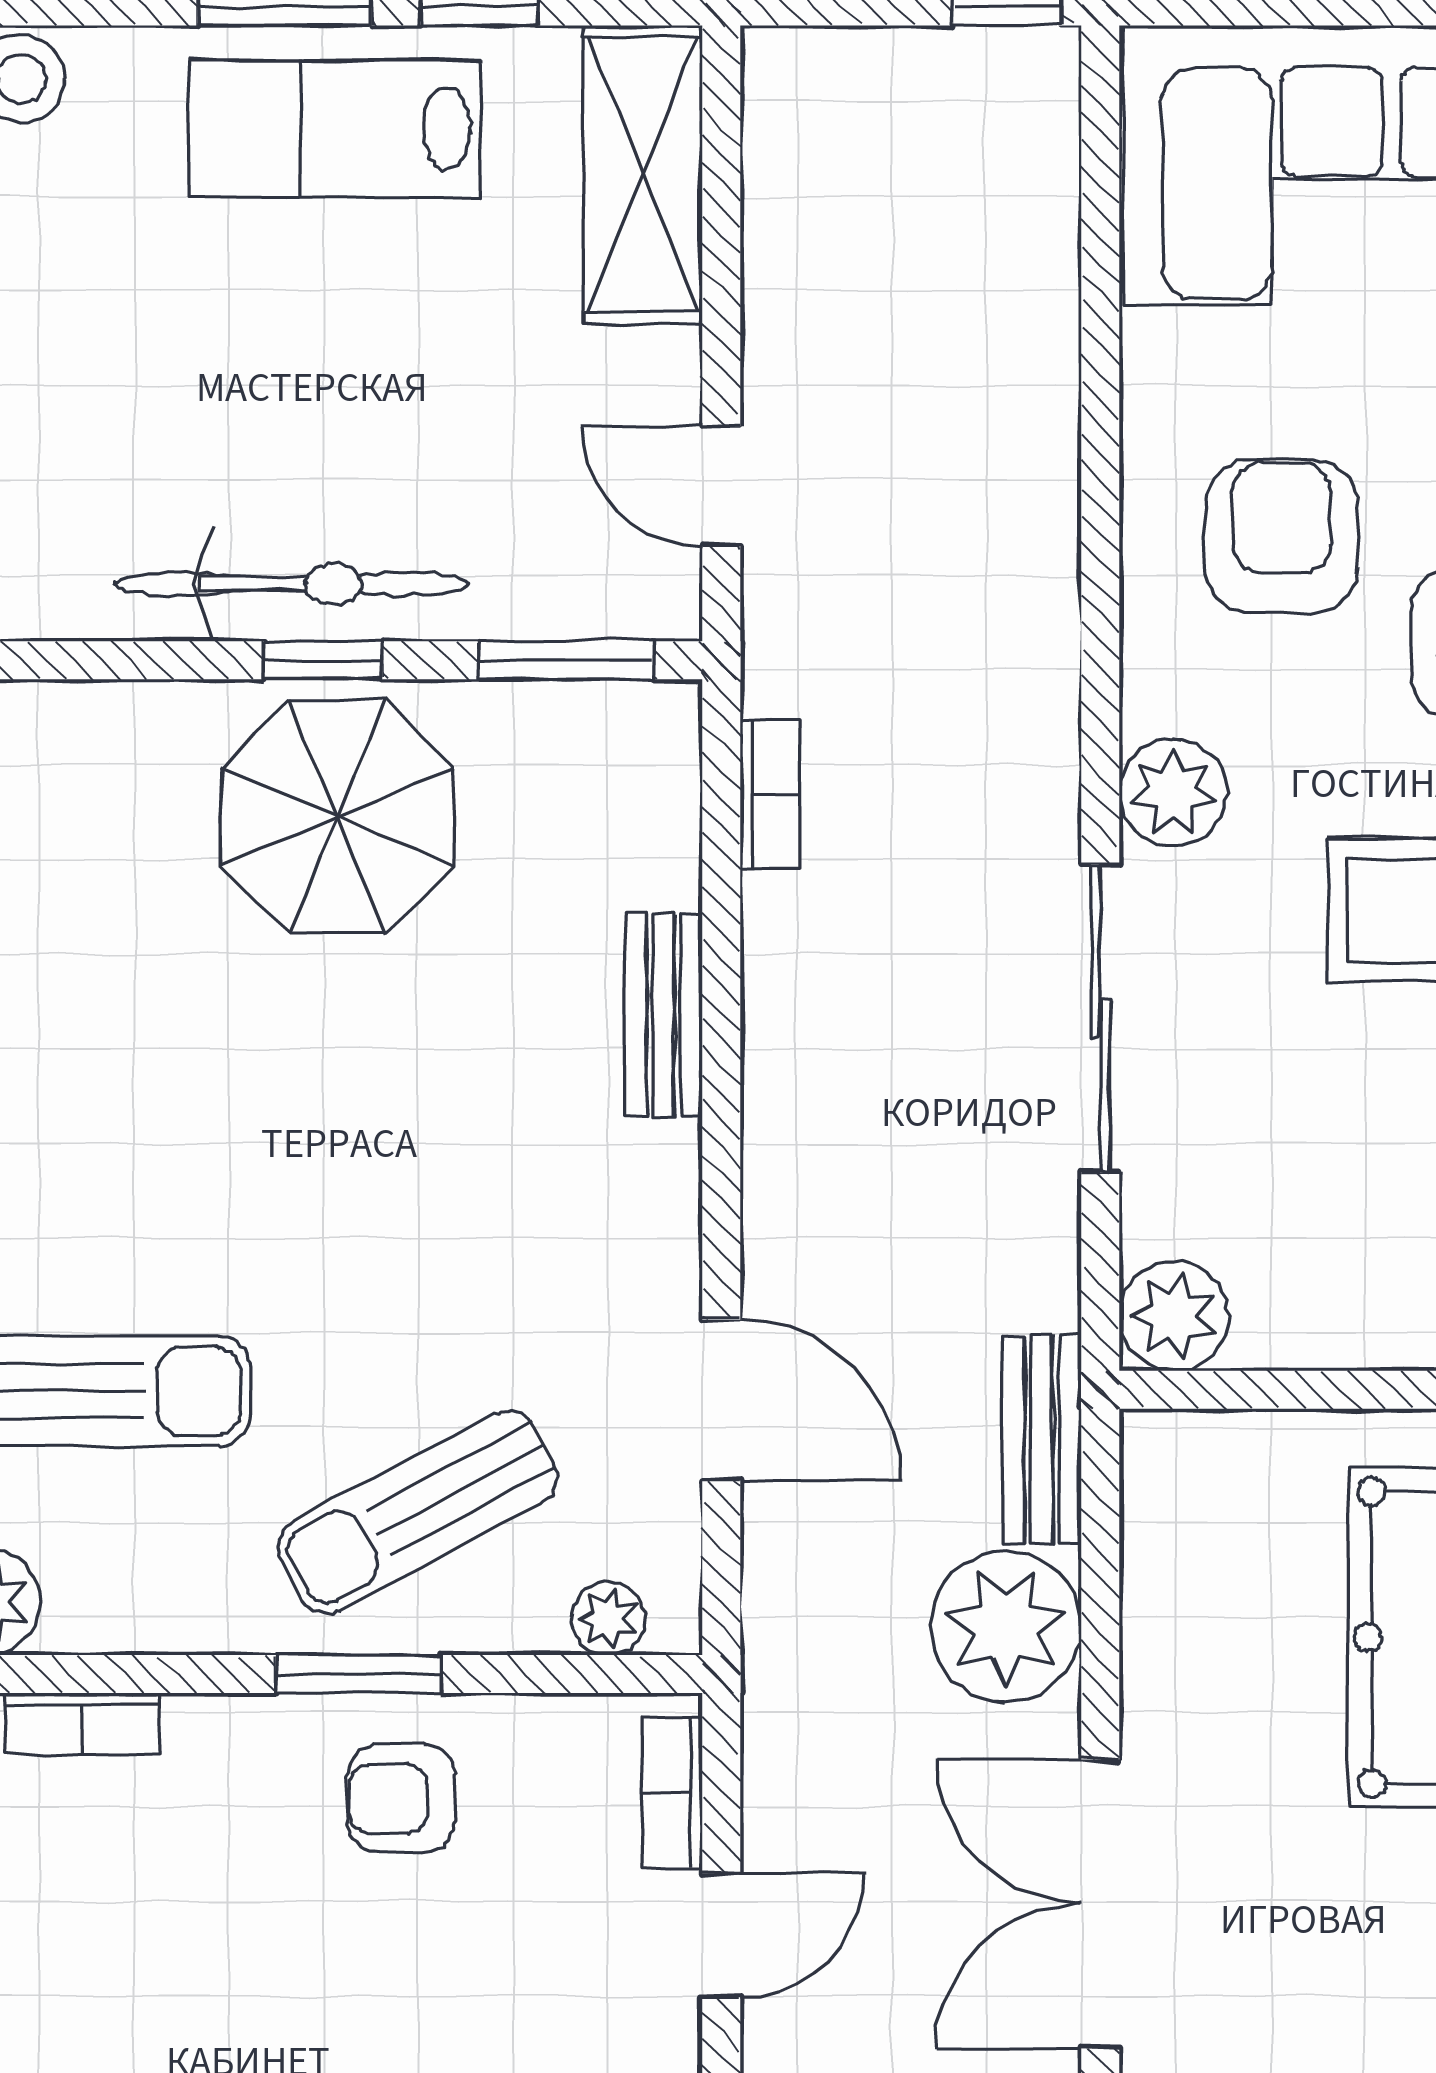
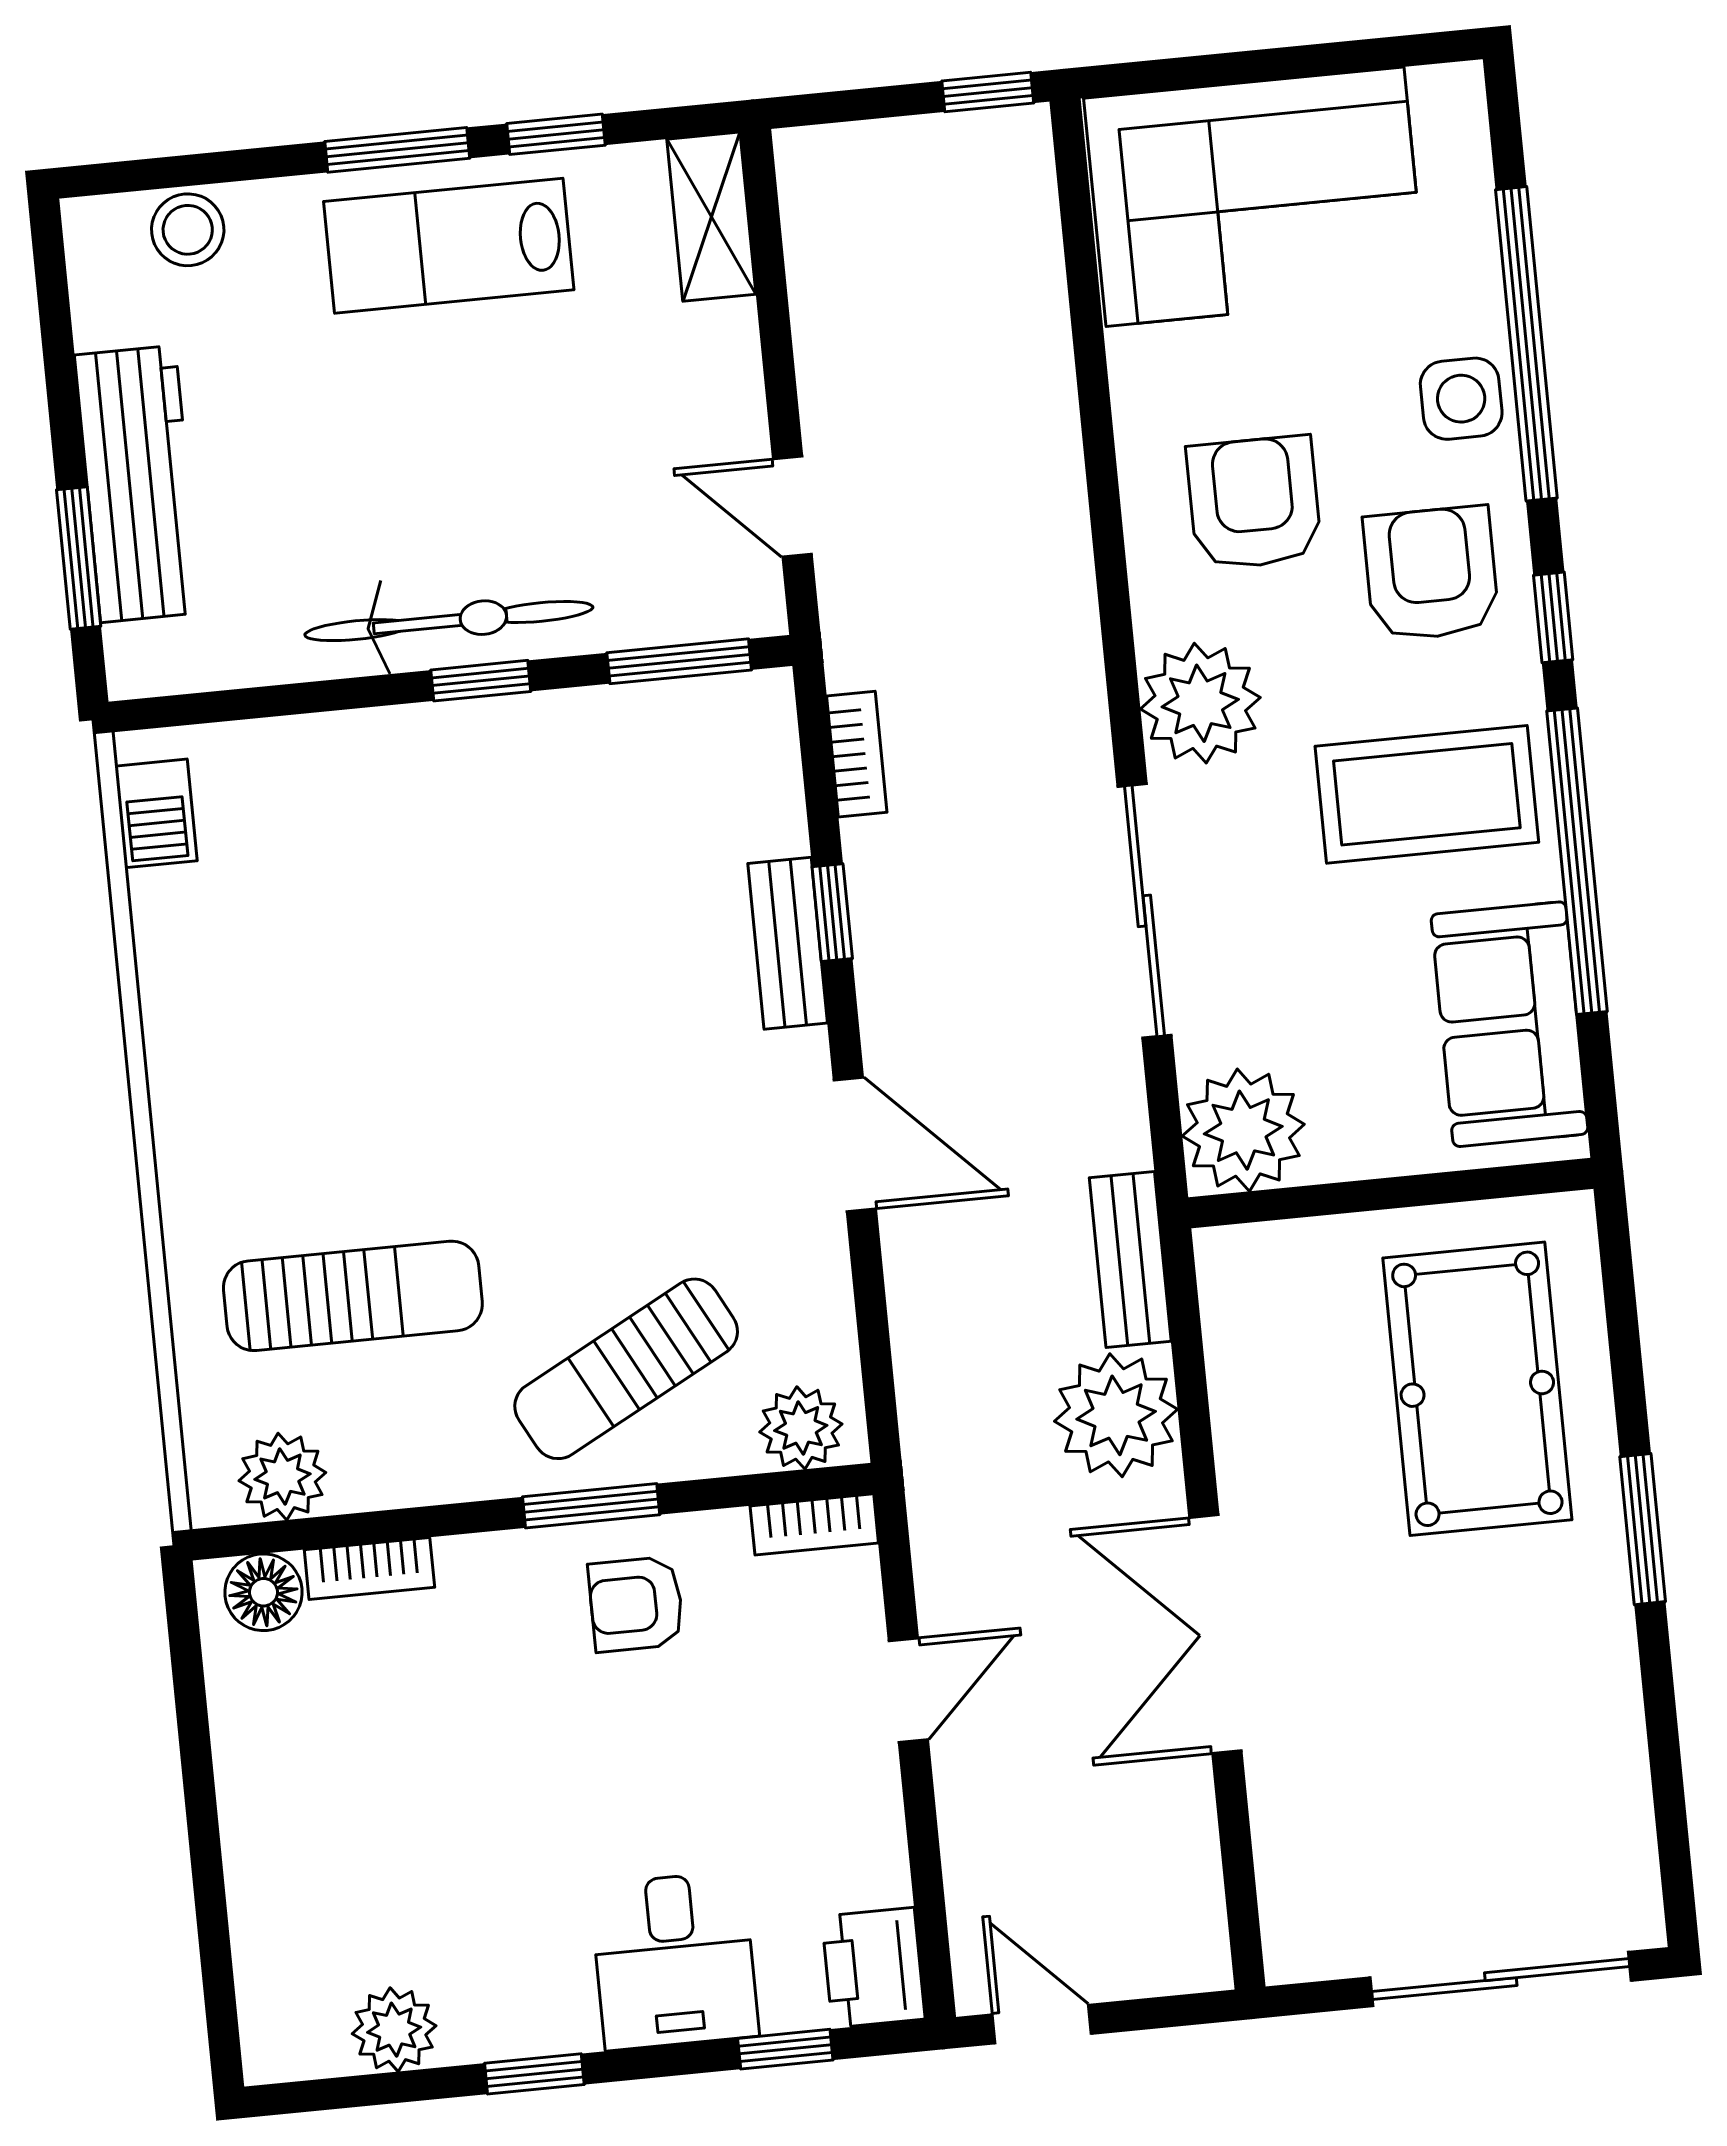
shelving: (643, 175) -> (711, 217), width x0.67, depth x0.75
plant: (1173, 793) -> (1200, 703), width x1.36, depth x1.36
parasol: (337, 817) -> (505, 808), removed
window: (721, 983) -> (832, 913), added
plant: (1174, 1316) -> (1243, 1130), width x1.36, depth x1.36
door: (721, 1400) -> (855, 1144), moved
plant: (608, 1618) -> (801, 1428), width x1.38, depth x1.38
bookcase: (672, 1793) -> (814, 1524), moved, turned -90

